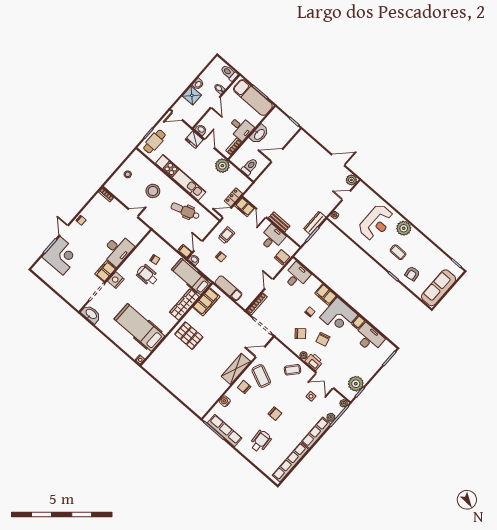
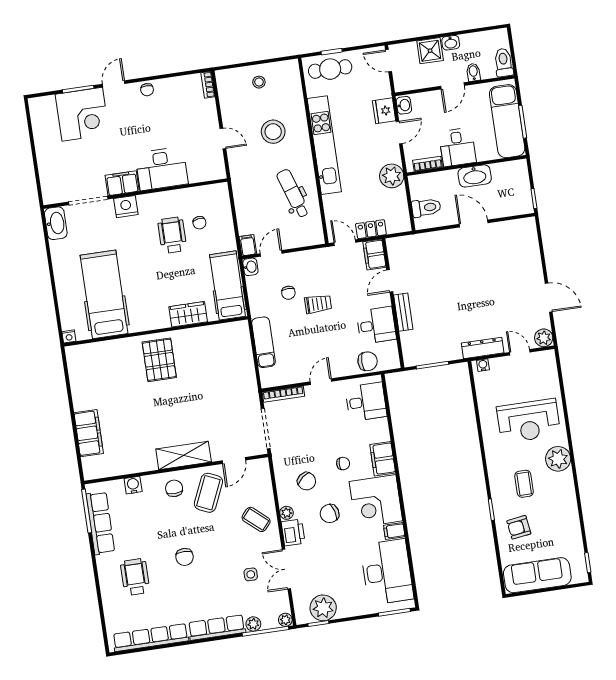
dresser: (315, 223) -> (483, 348), moved
trolley: (226, 235) -> (318, 304), moved
filing cabinet: (206, 302) -> (89, 433), moved, turned -90
wardrobe: (184, 304) -> (188, 314), width x0.67
desk: (369, 338) -> (387, 572), width x1.36, depth x1.30
door: (260, 352) -> (234, 460), swing flipped
wheelchair: (261, 441) -> (135, 577), turned -86

